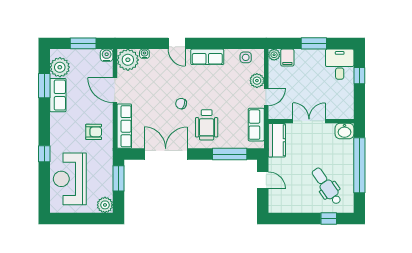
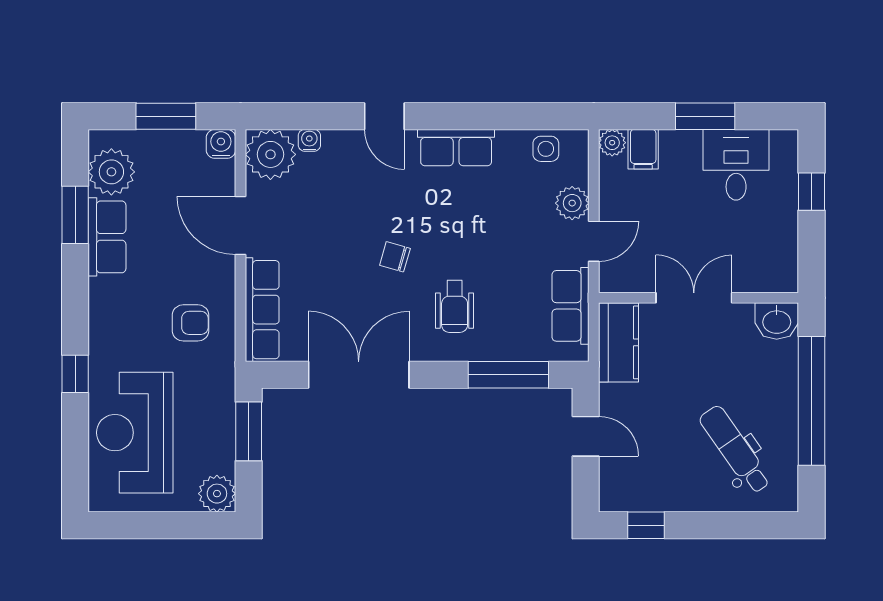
desk: (340, 64) -> (736, 165), moved
wheelchair: (207, 125) -> (455, 306), width x0.73, depth x0.73
window: (329, 218) -> (646, 525), moved

